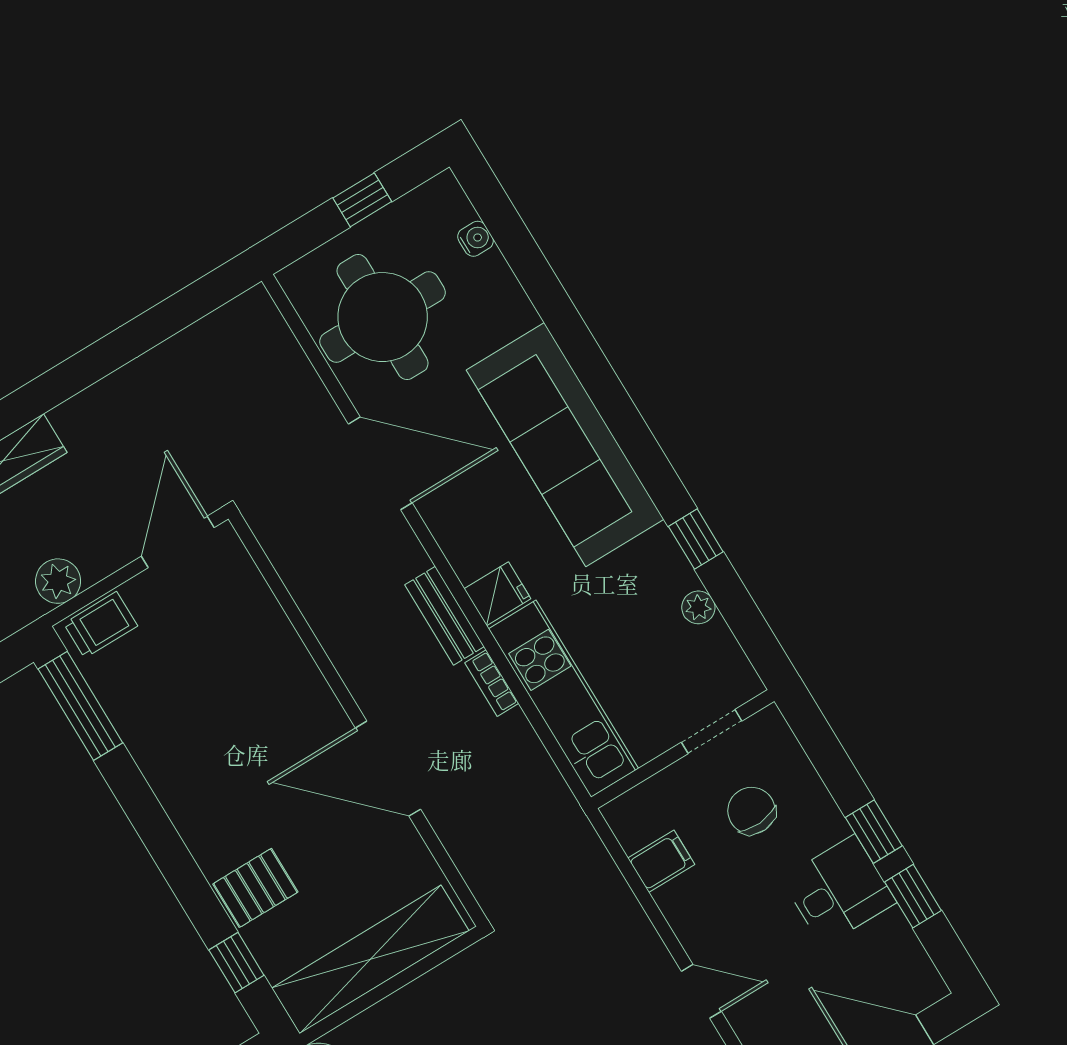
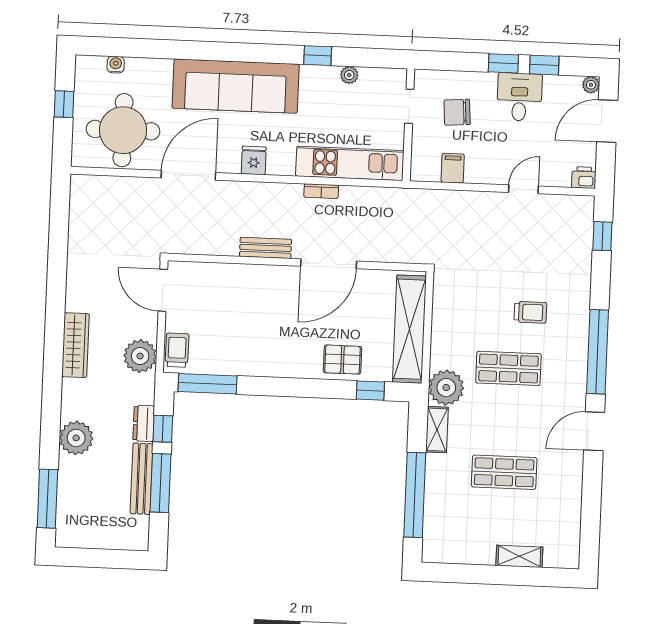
plant: (58, 581) -> (140, 356), width x1.36, depth x1.36
fridge: (497, 594) -> (254, 160), moved
bench: (444, 616) -> (266, 248), moved
pallet: (255, 888) -> (342, 360), turned 90
plant: (930, 988) -> (591, 85), added

